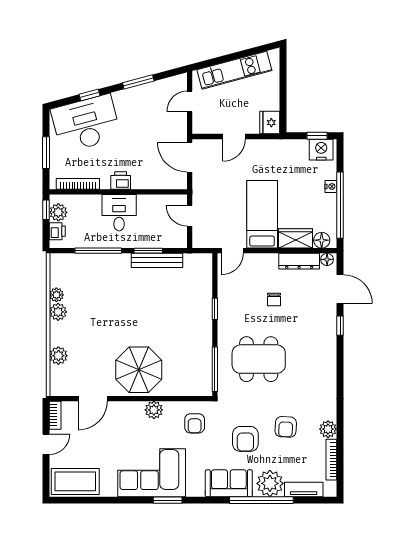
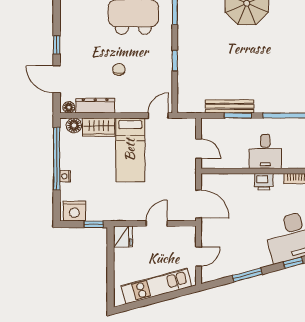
window: (317, 136) -> (94, 224), moved

